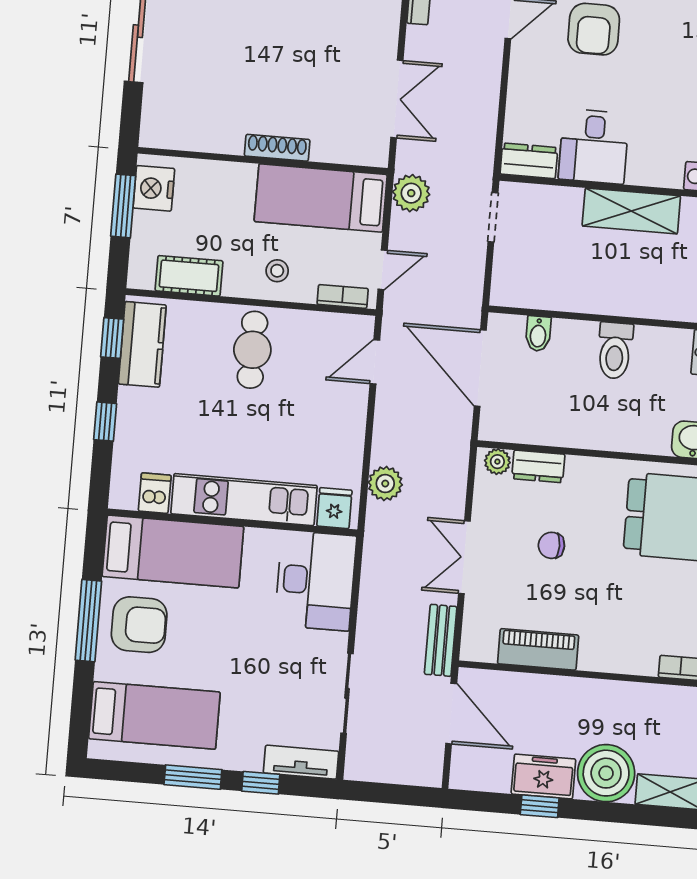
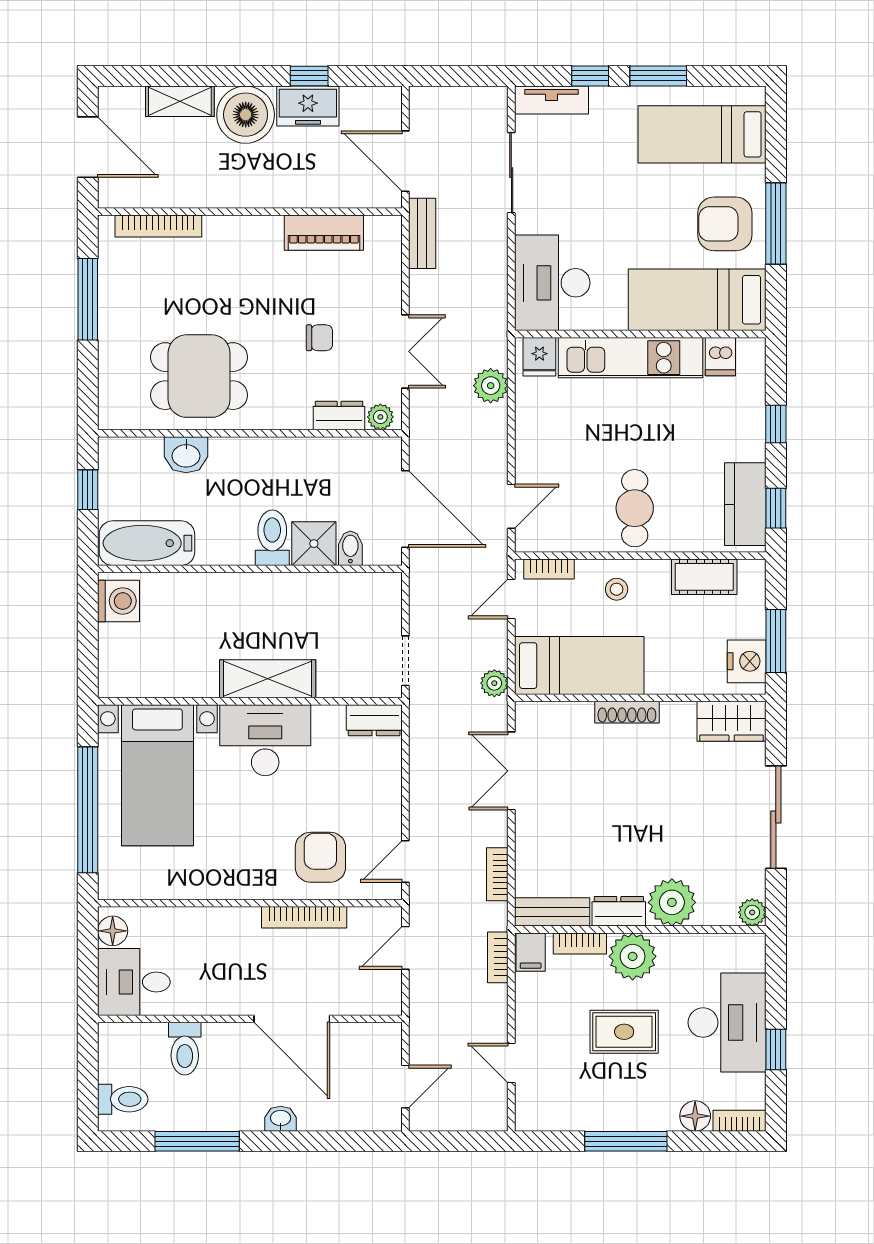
wardrobe: (174, 130) -> (732, 721), added
desk: (594, 146) -> (265, 740), moved, width x1.37
plant: (411, 193) -> (494, 683), width x0.73, depth x0.73
shower: (574, 341) -> (314, 544), added
double door: (464, 557) -> (405, 351), moved

